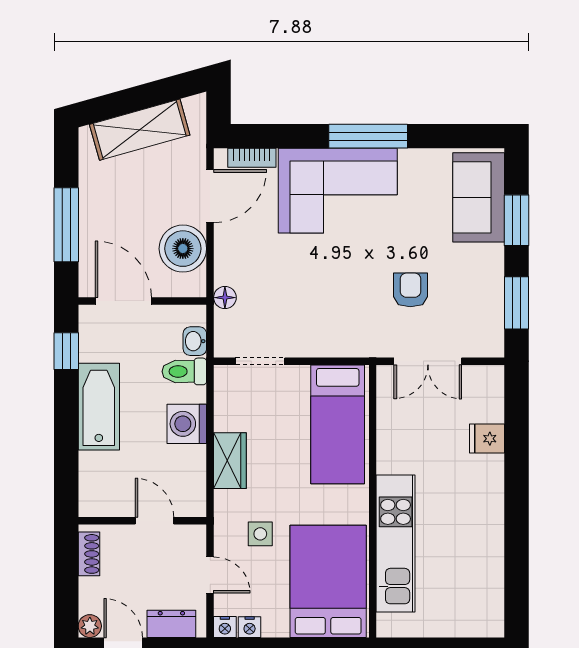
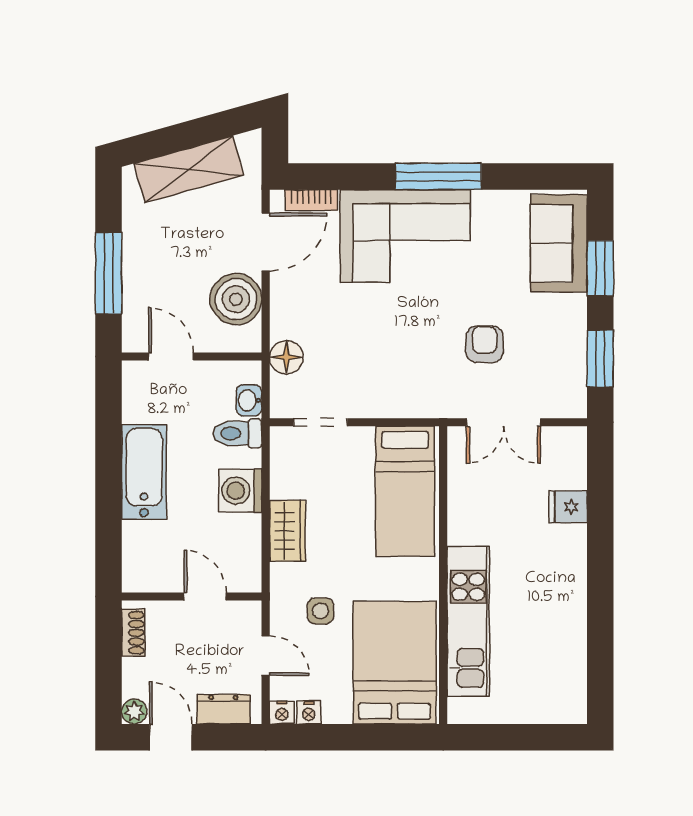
floor lamp: (225, 298) -> (286, 357), width x1.37, depth x1.37
door: (123, 301) -> (171, 357), width x0.73
window: (66, 351) -> (109, 411), removed

